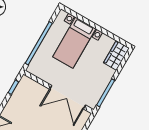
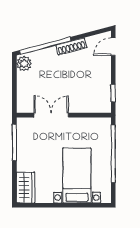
double door: (68, 97) -> (51, 115), width x0.73

